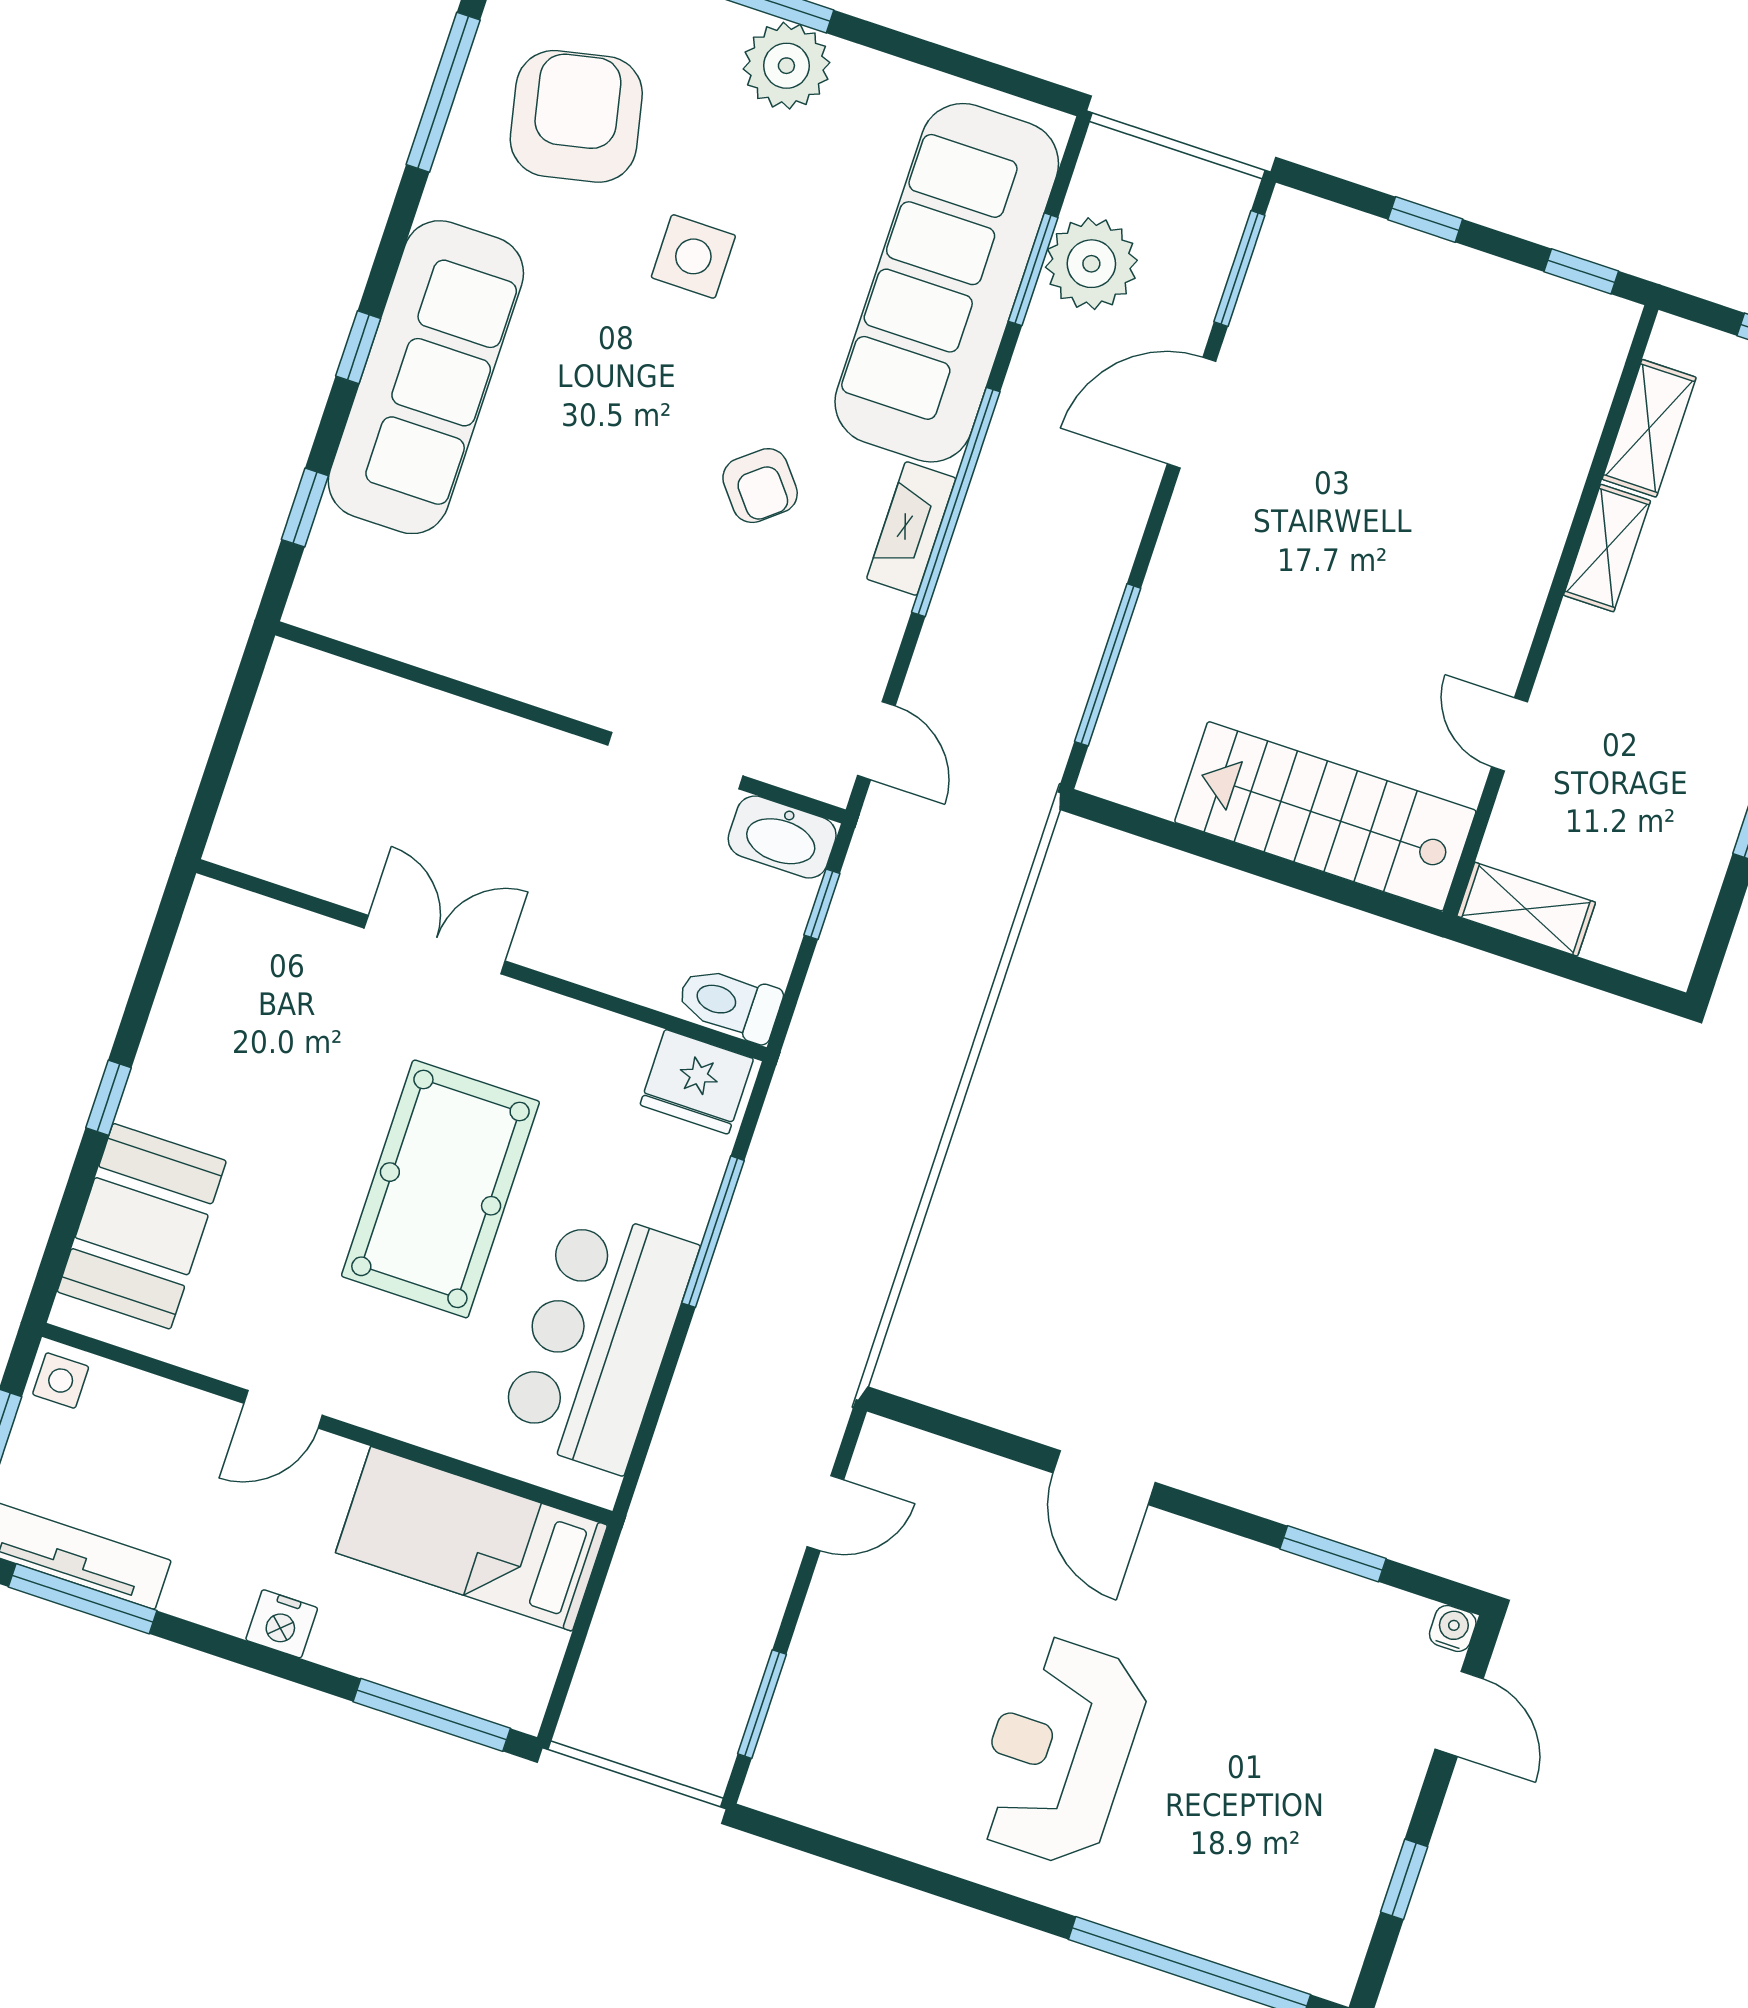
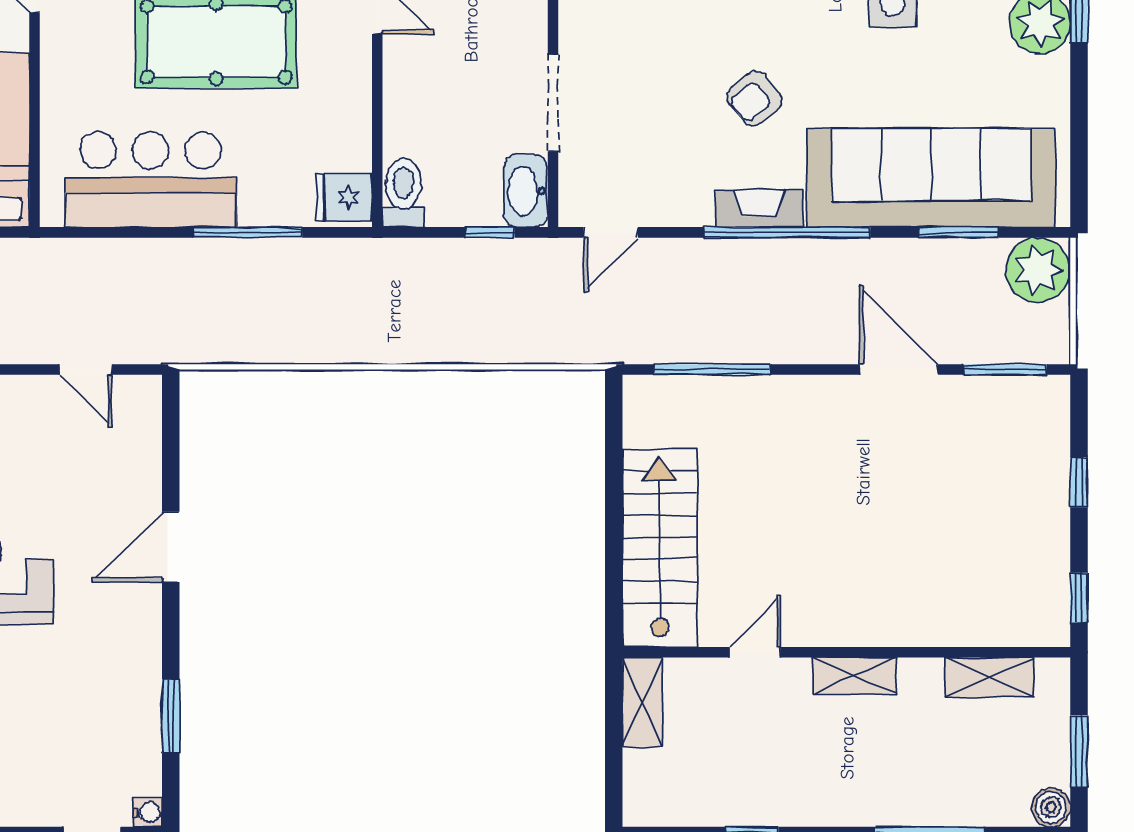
plant: (1091, 264) -> (1038, 270), moved
shelving: (1607, 548) -> (854, 676), moved
fridge: (697, 1082) -> (344, 197), width x0.72

